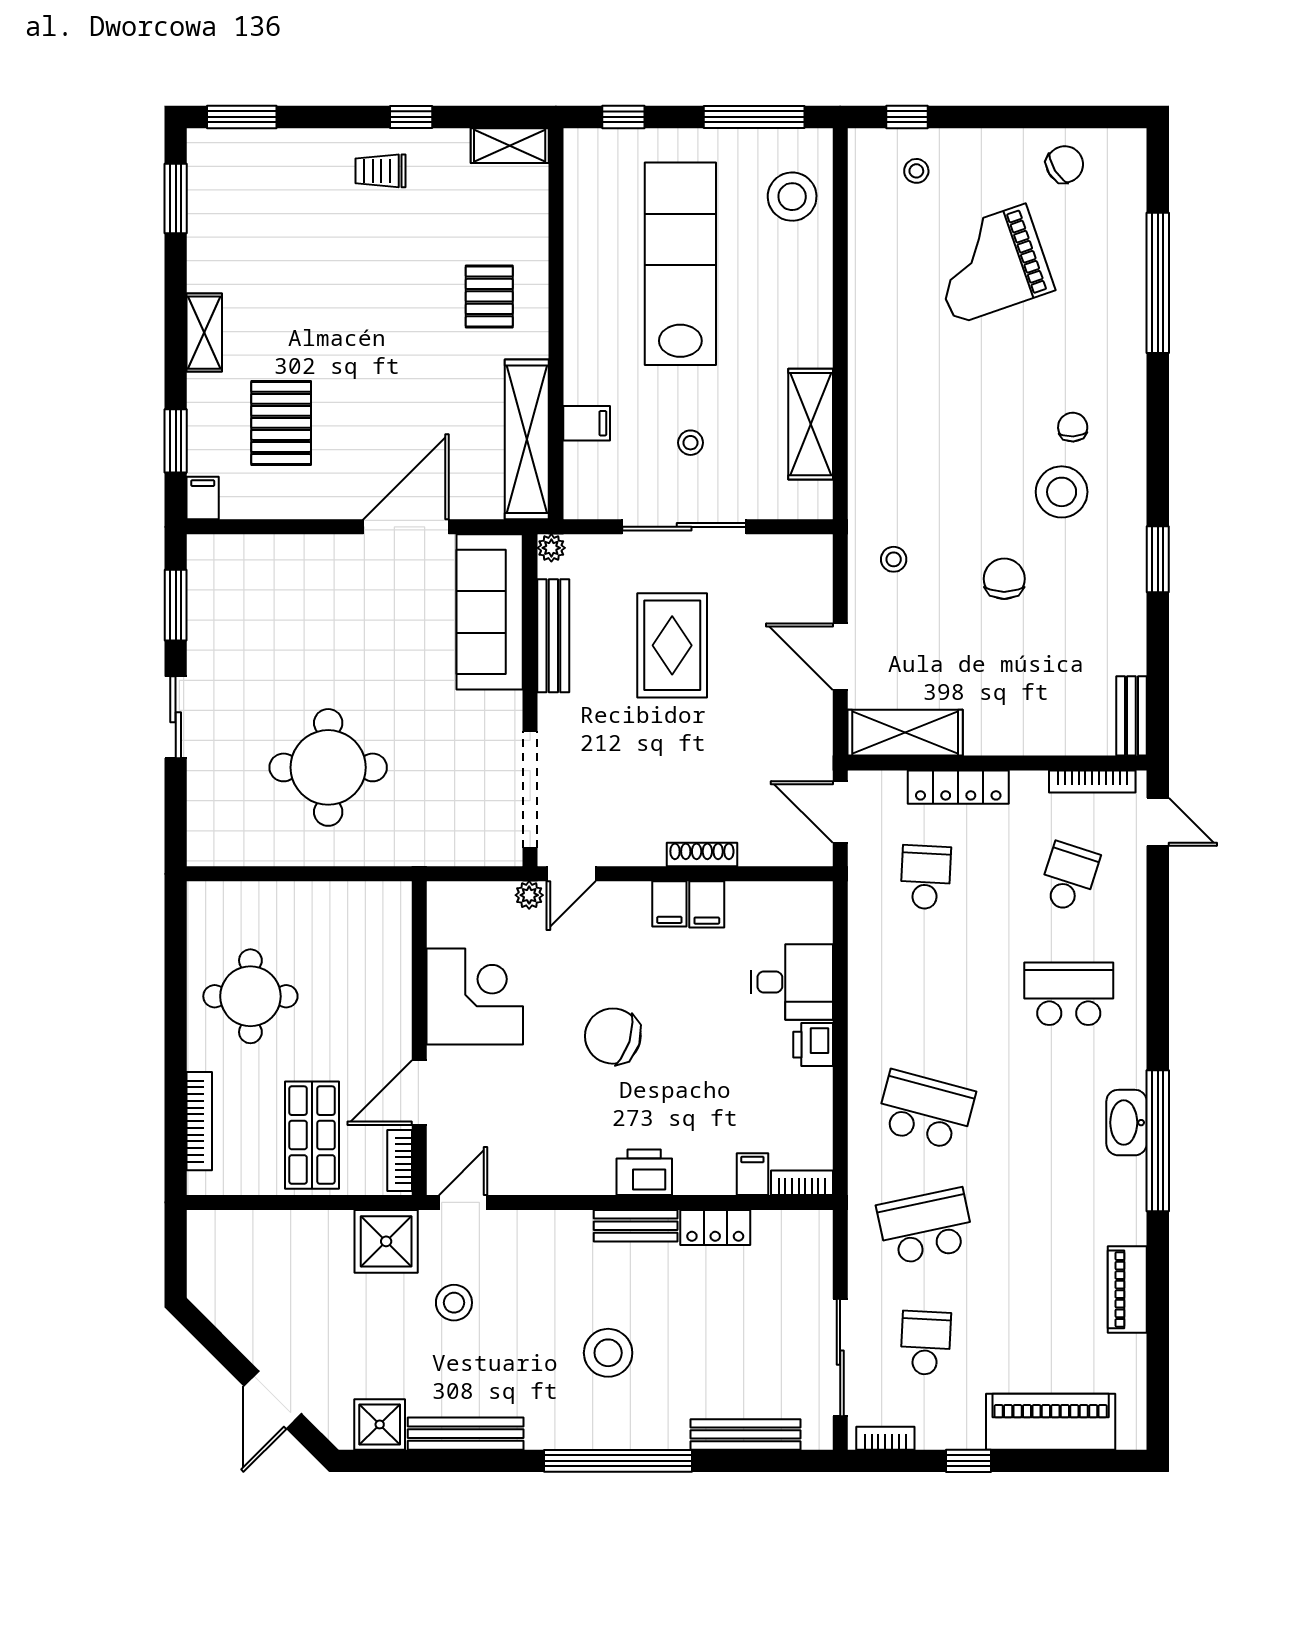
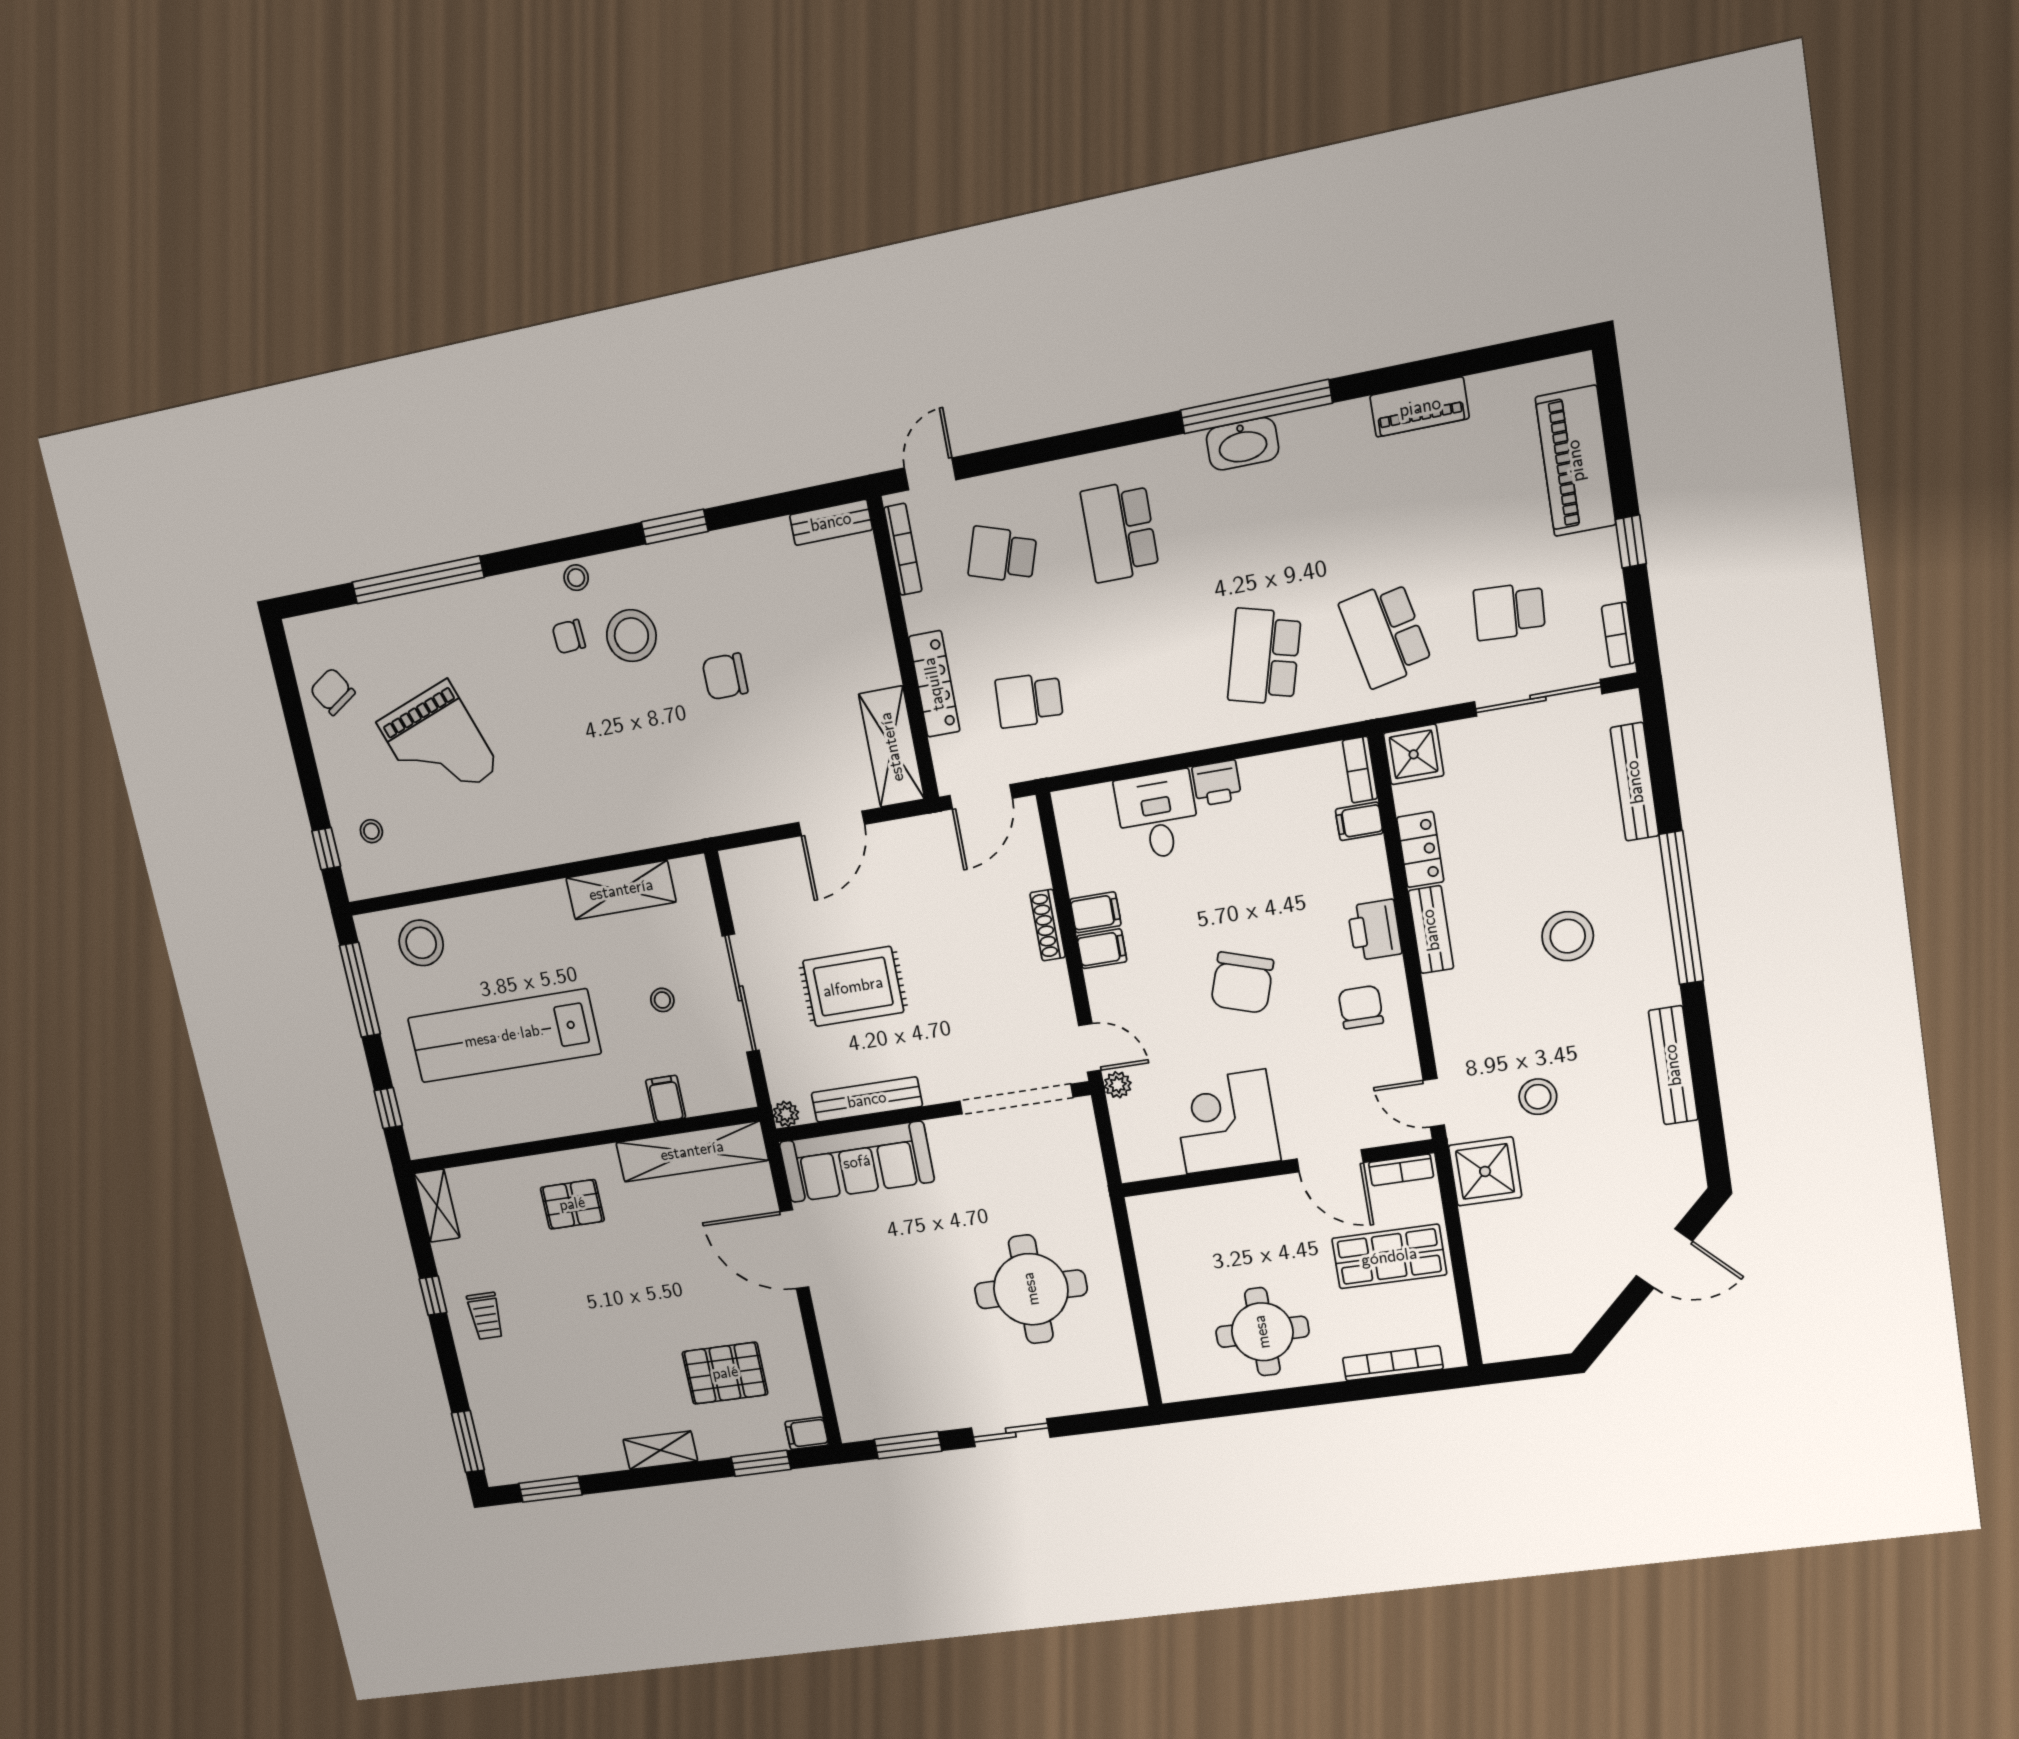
stool: (894, 559) -> (576, 578), moved
chair: (570, 1147) -> (1361, 1007), added
shower: (380, 1424) -> (1414, 754), moved

